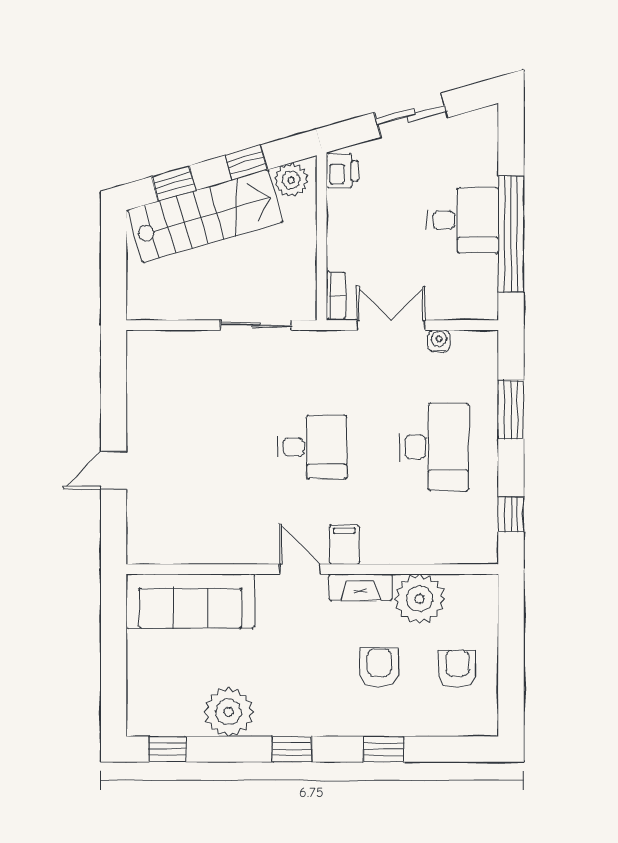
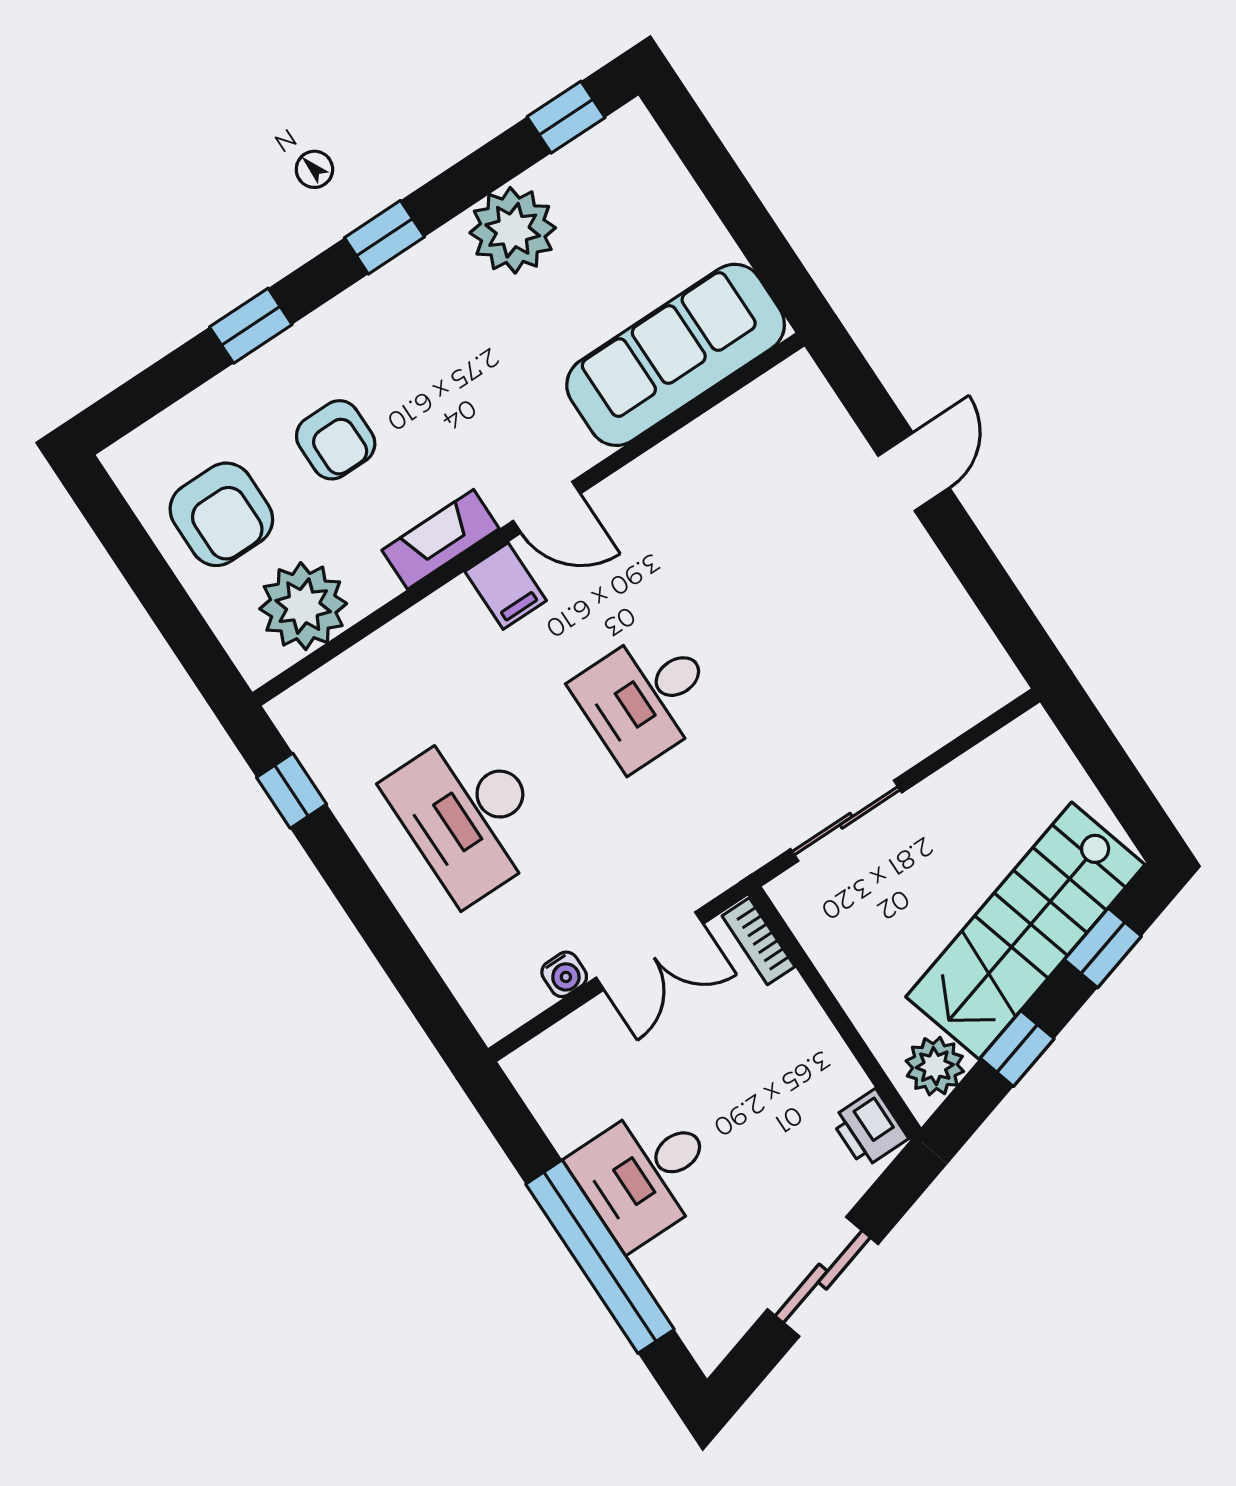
window: (511, 234) -> (600, 1257), moved
window: (511, 410) -> (393, 944), removed
plant: (420, 599) -> (303, 606), moved
armchair: (457, 668) -> (221, 514), width x1.38, depth x1.38

